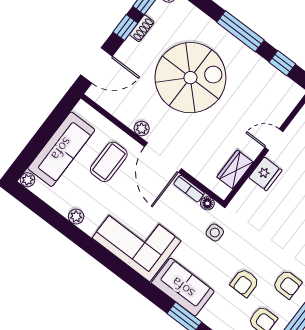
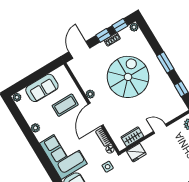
window: (240, 31) -> (165, 62), width x0.69
door: (96, 65) -> (79, 50), swing flipped
spiral stairs: (190, 78) -> (128, 77), turned -90
sofa: (61, 149) -> (42, 88), width x0.73
fridge: (265, 174) -> (136, 153), moved

